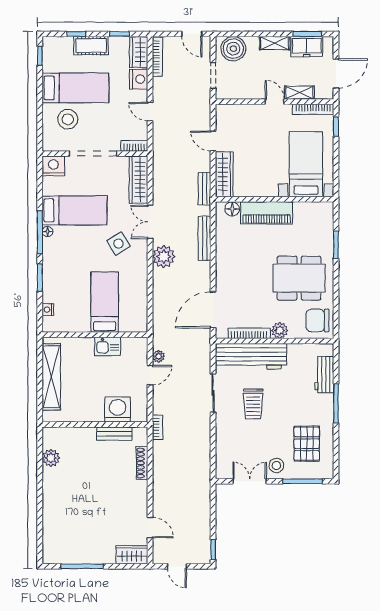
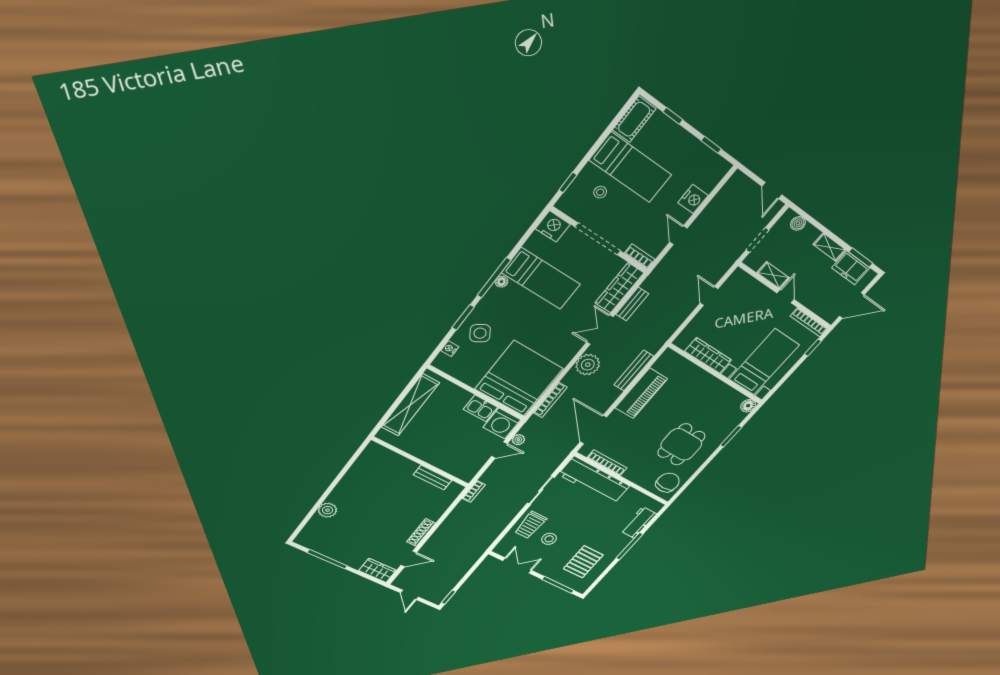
cot: (91, 46) -> (634, 119), moved, turned 90
boiler: (233, 49) -> (798, 223), width x0.54, depth x0.54
wardrobe: (139, 52) -> (714, 174), removed
window: (40, 56) -> (568, 182), moved
bookcase: (157, 57) -> (550, 400), moved
shelving: (299, 93) -> (773, 275), moved
stool: (68, 119) -> (600, 192), width x0.53, depth x0.53
wardrobe: (224, 174) -> (708, 356), moved, turned -90
bench: (205, 189) -> (632, 304), moved
floor lamp: (232, 209) -> (748, 406), moved
piano: (267, 213) -> (641, 393), moved, turned -90
side table: (118, 244) -> (480, 333), moved
dining table: (299, 278) -> (681, 444), width x0.73
bed: (105, 302) -> (519, 379), width x2.04
door: (213, 310) -> (593, 430), hinge flipped
chair: (317, 320) -> (668, 482), turned 90
plant: (280, 331) -> (633, 474), removed
trolley: (253, 404) -> (531, 525), moved
washing machine: (118, 410) -> (502, 423), moved, turned 180
plant: (51, 458) -> (327, 510), moved
shoe rack: (142, 463) -> (421, 533), moved
stool: (276, 465) -> (549, 539), moved
door: (150, 528) -> (409, 559), hinge flipped

